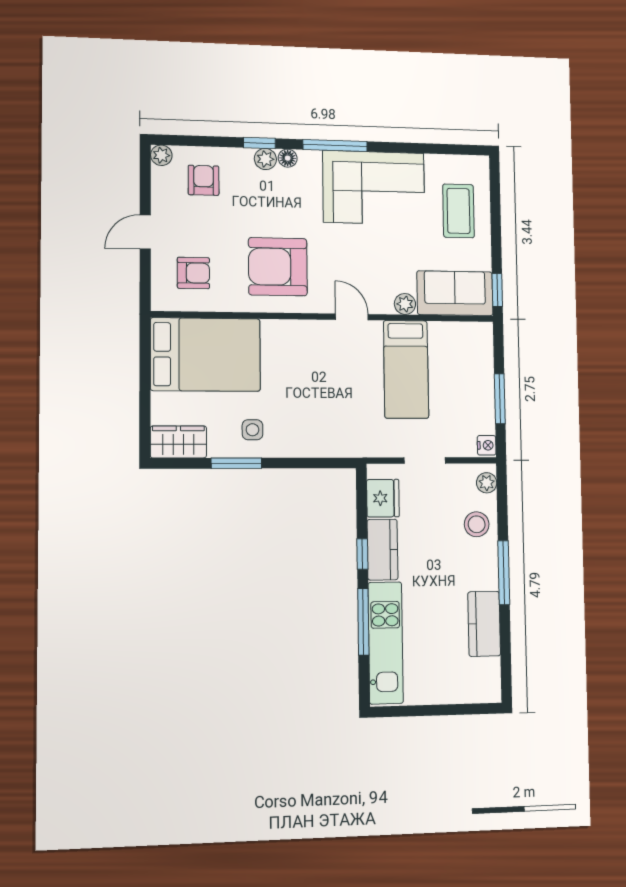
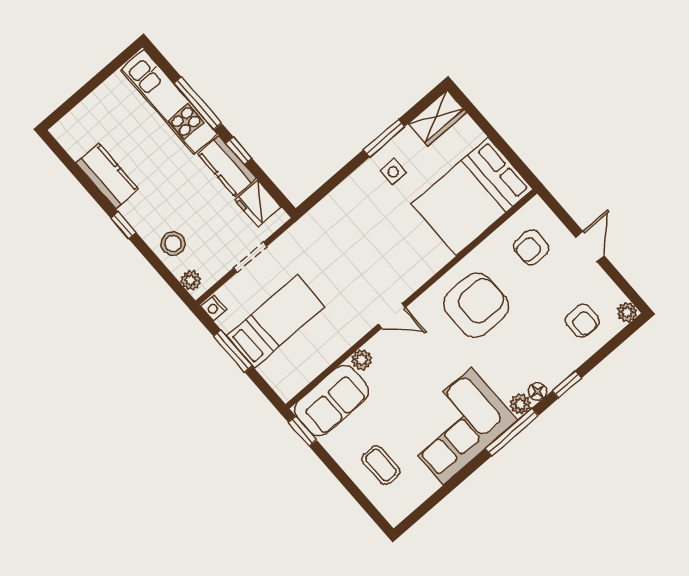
plant: (265, 159) -> (520, 404), moved
coffee table: (458, 211) -> (381, 465), width x0.73, depth x0.77
bed: (406, 369) -> (276, 321), moved, turned 90
window: (504, 573) -> (124, 225), width x0.46

